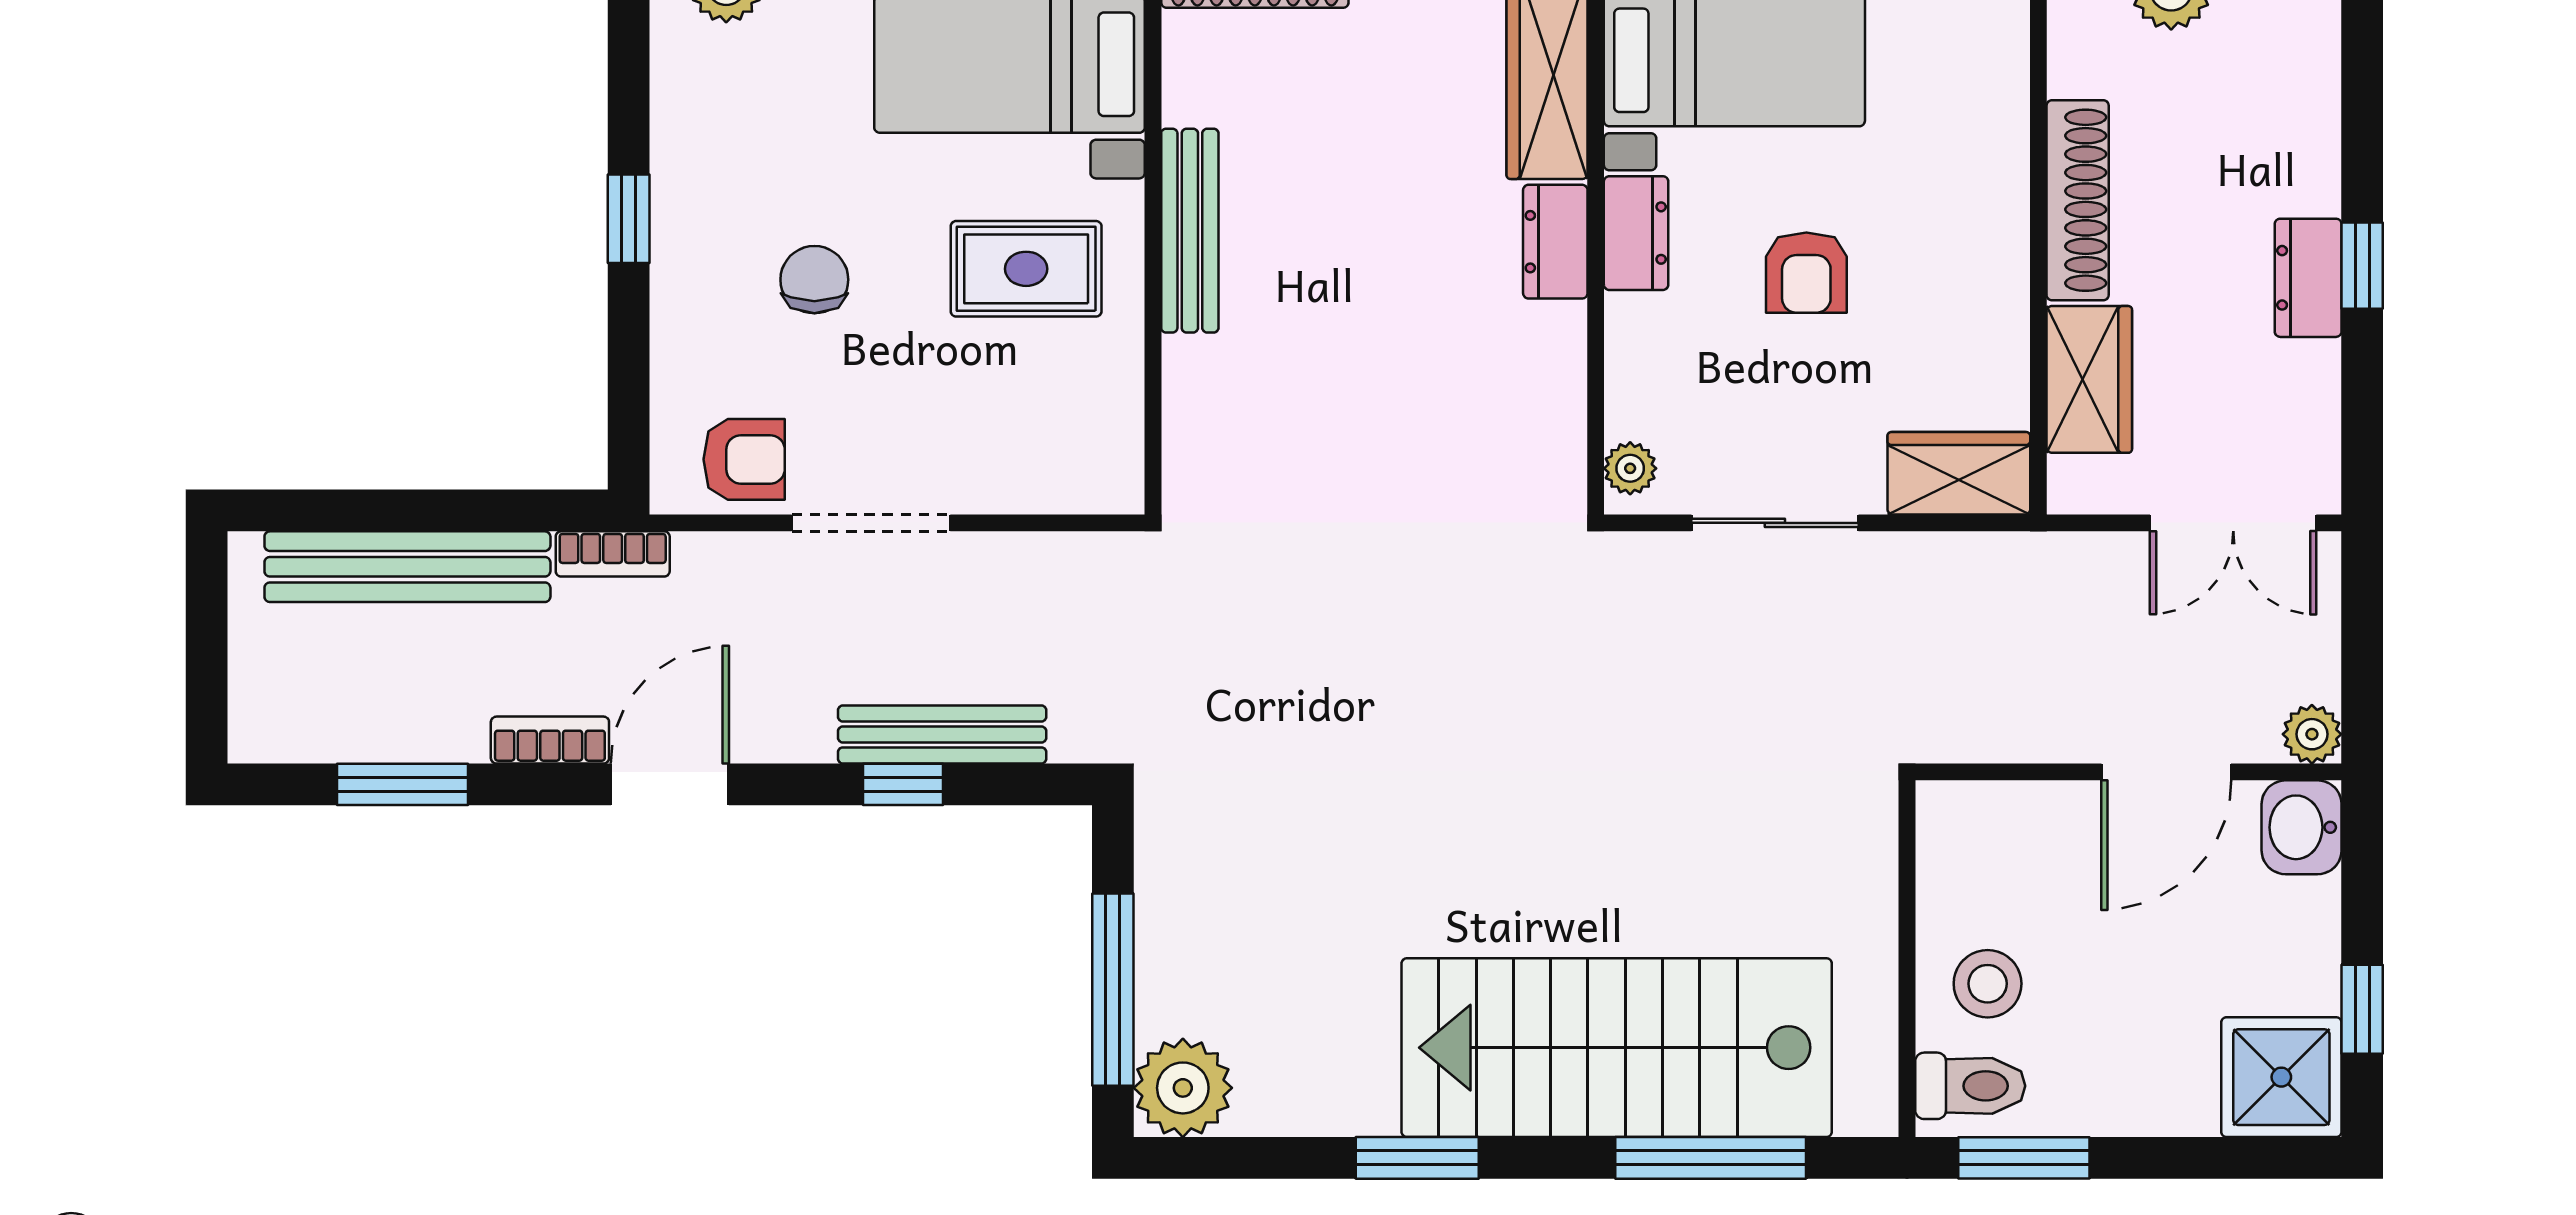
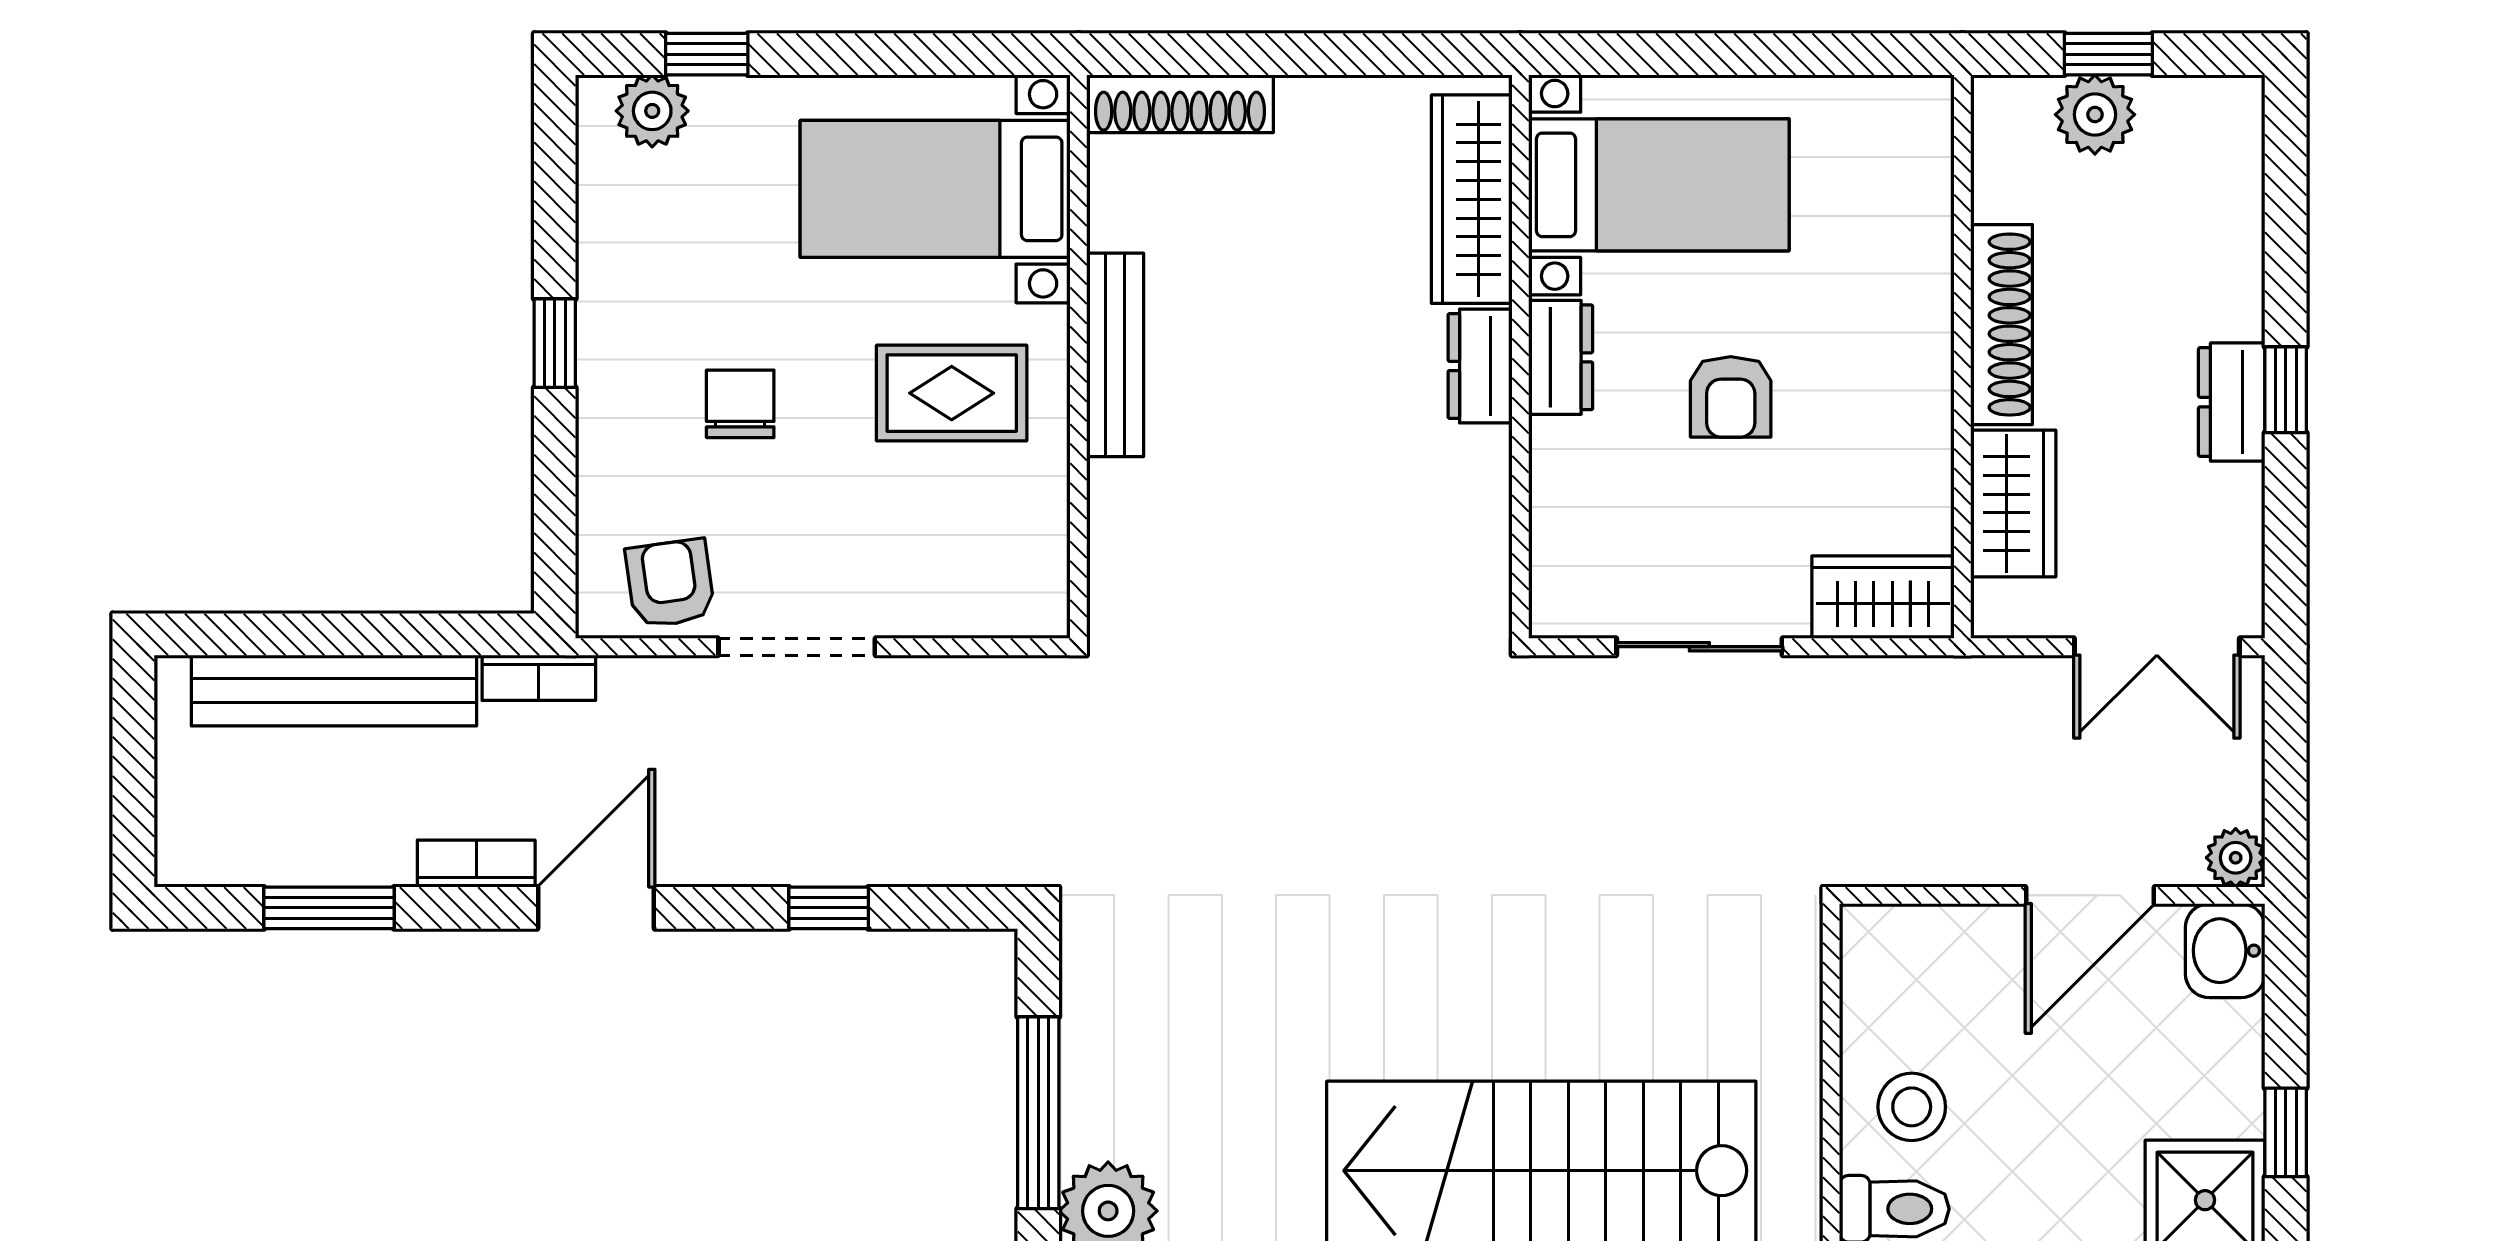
armchair: (744, 459) -> (670, 583), turned -98
plant: (1630, 468) -> (1555, 592), removed
bench: (942, 734) -> (868, 858), removed

